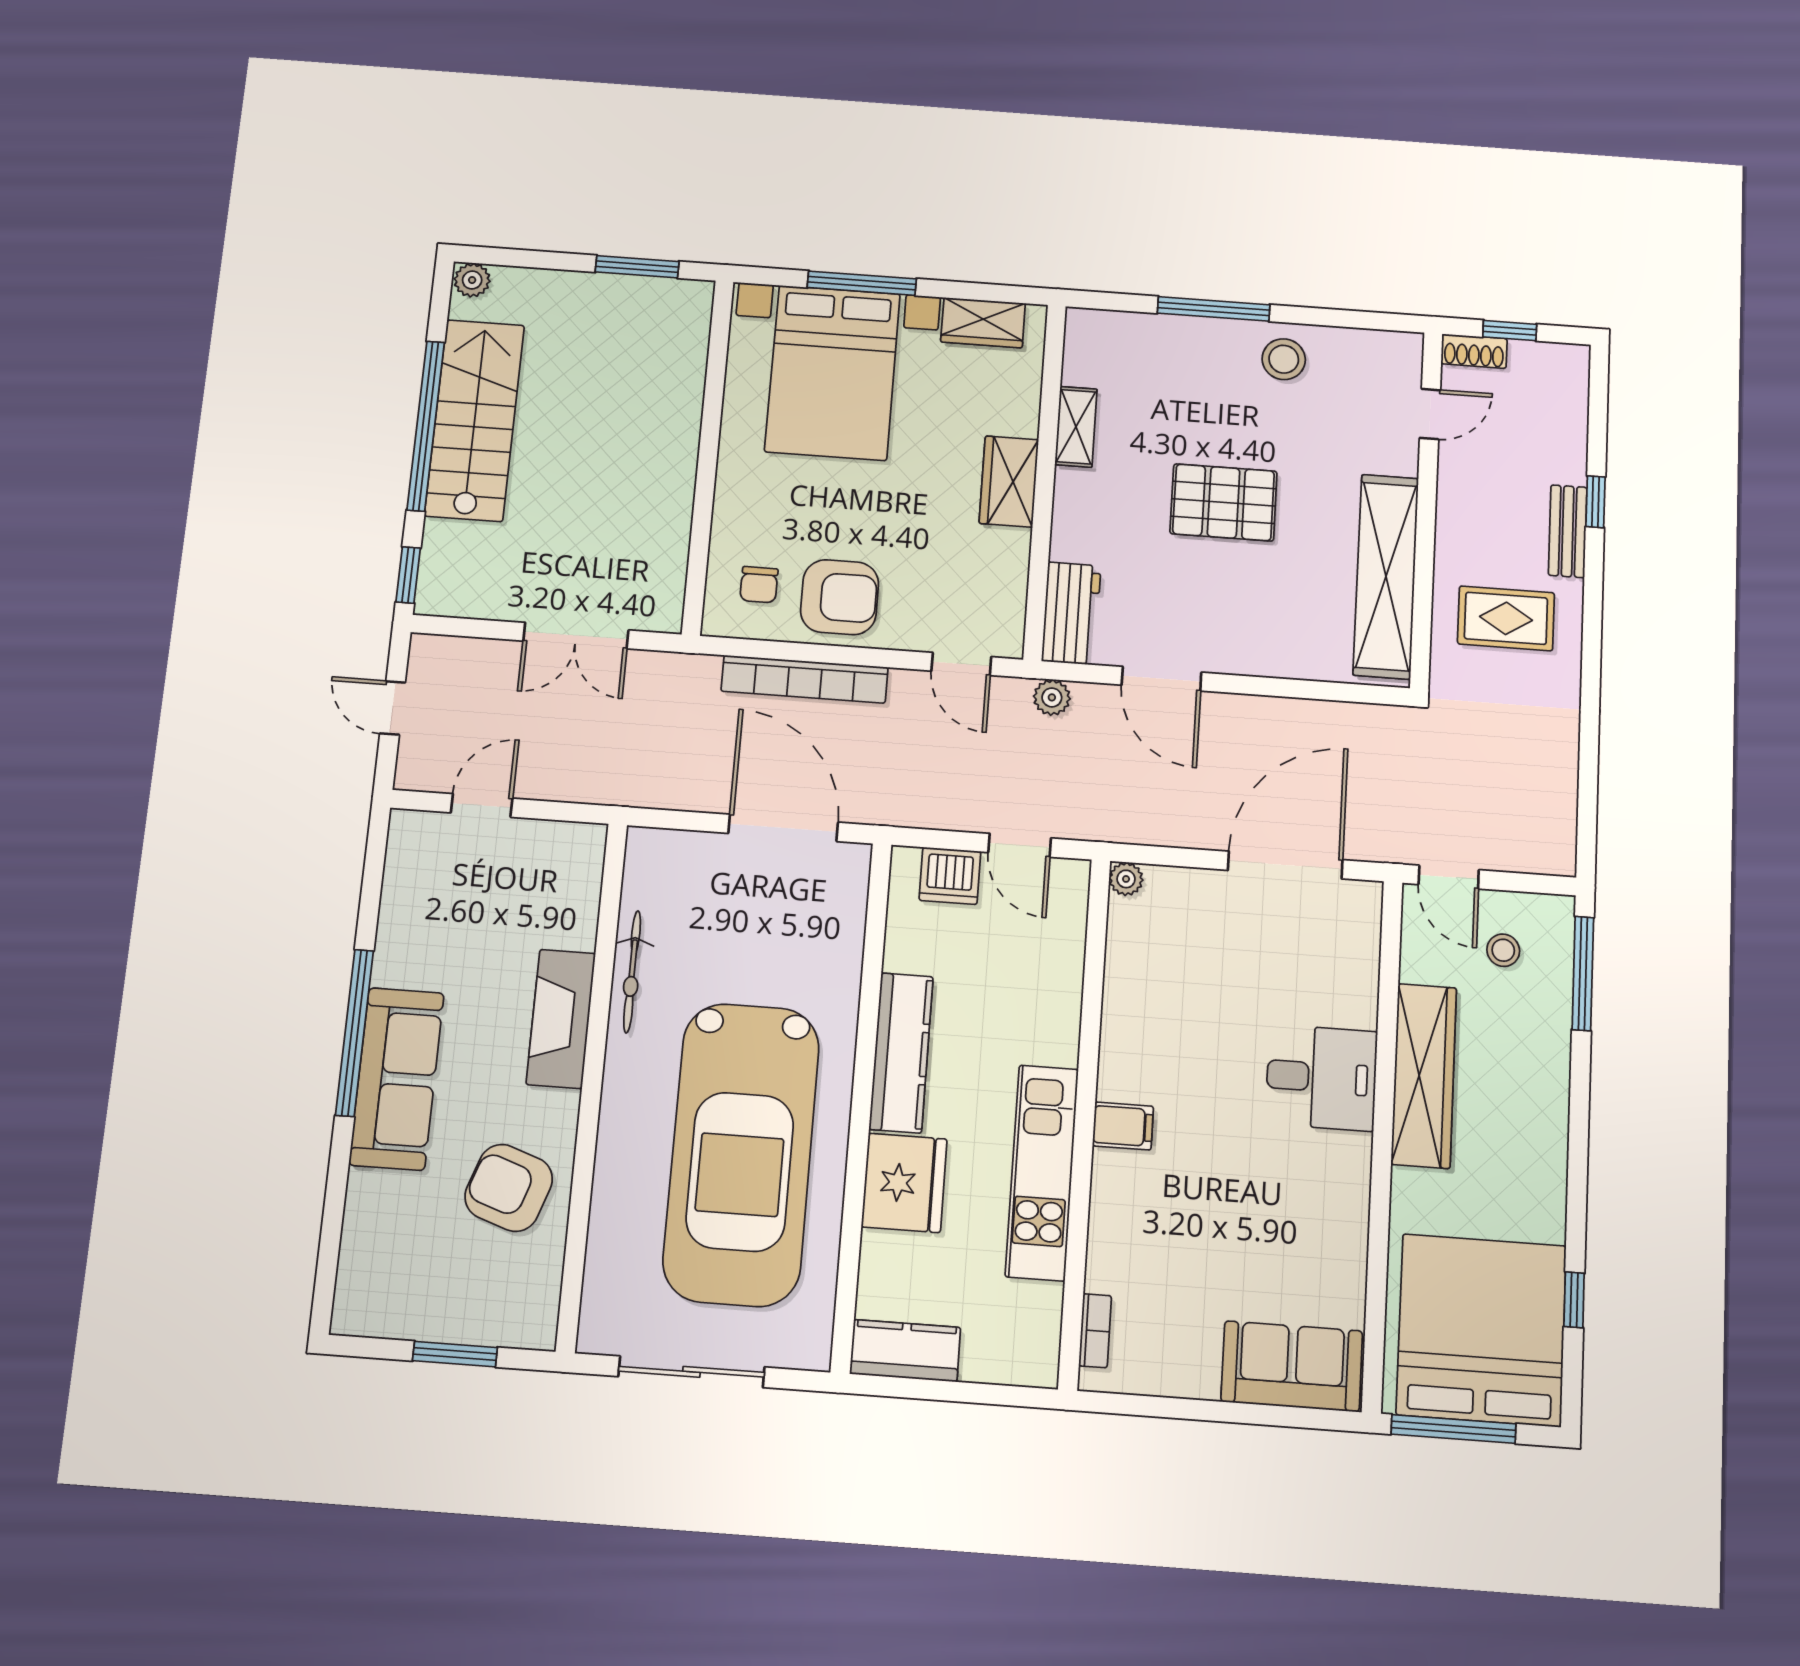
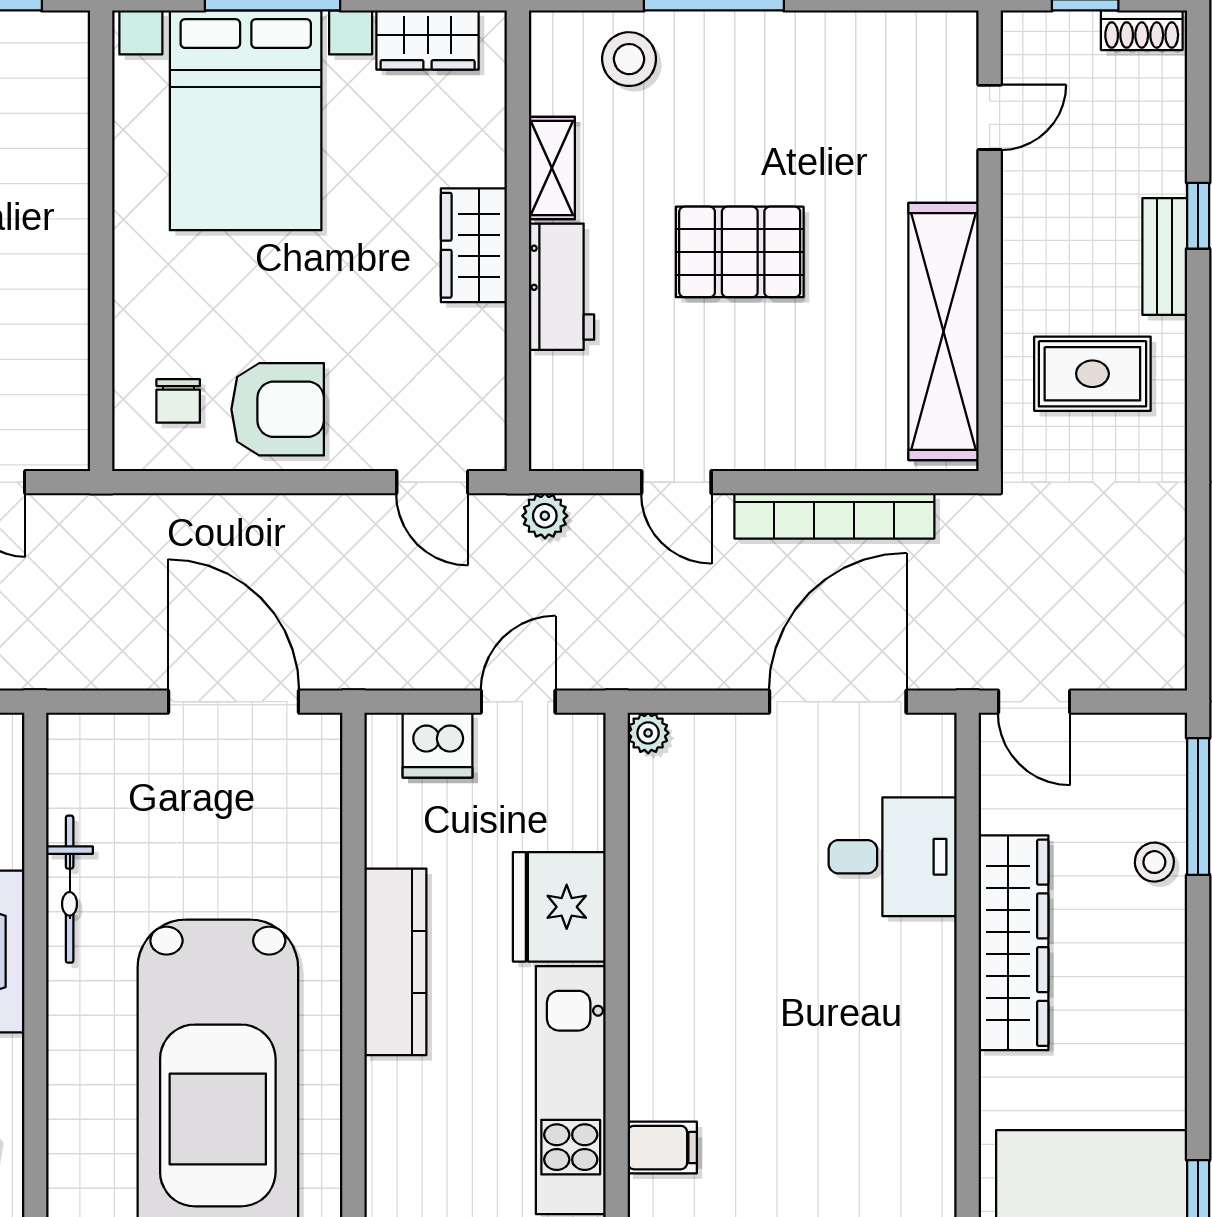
shoe rack: (1474, 351) -> (1142, 30), moved
stool: (1284, 359) -> (629, 59), moved
workbench: (1071, 613) -> (562, 287), moved
bookcase: (805, 679) -> (834, 516), moved
door: (1161, 679) -> (676, 482), width x0.73
door: (1020, 845) -> (518, 702), swing flipped
stool: (1503, 950) -> (1154, 862), moved
desk: (1321, 1078) -> (893, 857), moved
filing cabinet: (1123, 1126) -> (662, 1148), moved
fridge: (904, 1183) -> (559, 907), moved, turned 180

